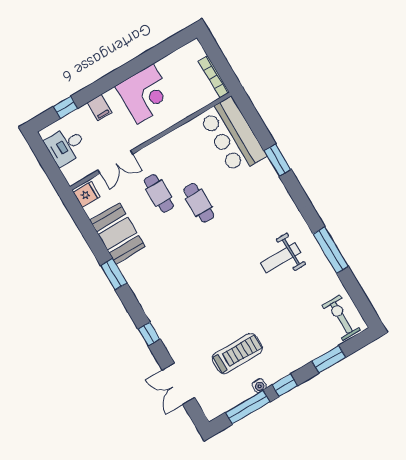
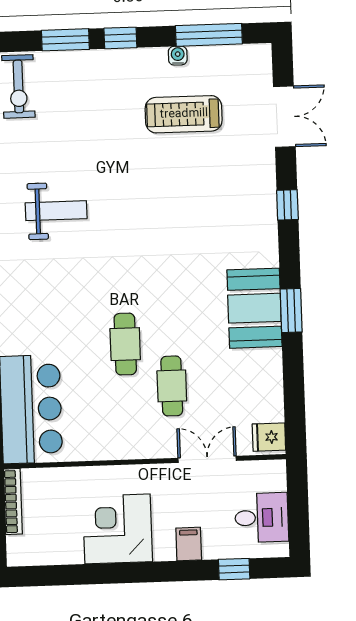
booth: (118, 234) -> (254, 308), moved
window: (285, 385) -> (120, 38), moved

